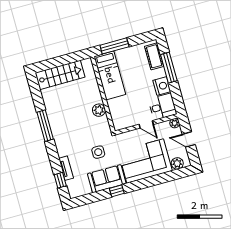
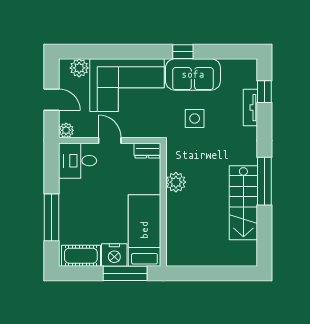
cot: (154, 56) -> (81, 256), moved, turned 90
stairs: (60, 75) -> (243, 203), moved, turned -90
nightstand: (162, 86) -> (114, 255), moved, turned -90
dresser: (122, 125) -> (147, 151), added

